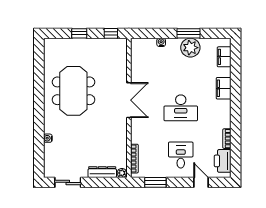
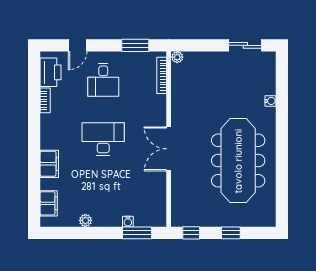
window: (188, 33) -> (137, 233), moved
plant: (190, 48) -> (85, 220), width x0.53, depth x0.53
meeting table: (73, 91) -> (238, 161), width x1.36
dresser: (102, 172) -> (202, 58), removed
door: (201, 182) -> (78, 45), hinge flipped

